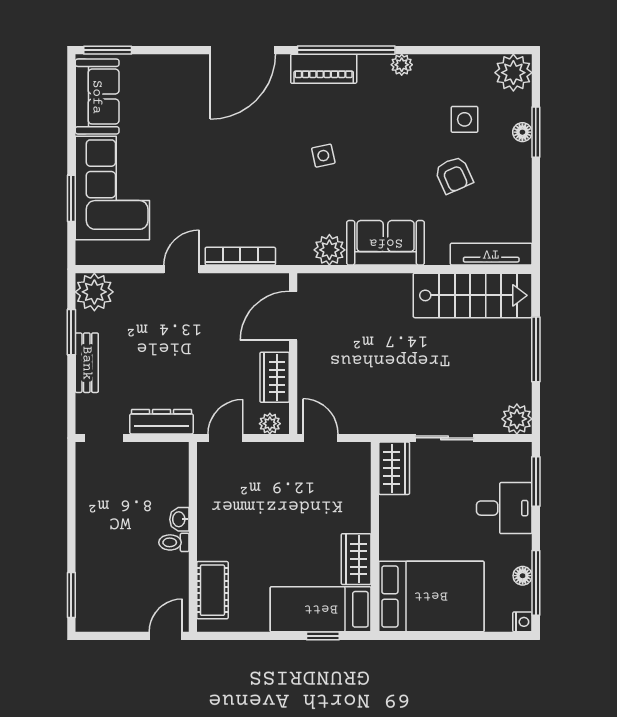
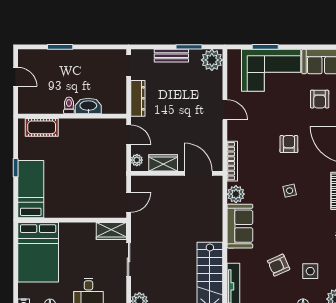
armchair: (163, 103) -> (320, 99), added
armchair: (242, 157) -> (289, 144), added
bookcase: (240, 256) -> (232, 161), moved
door: (320, 438) -> (129, 202), moved
washbasin: (179, 519) -> (88, 106), width x1.91, depth x1.45
wardrobe: (356, 559) -> (59, 209), removed
window: (71, 595) -> (60, 47), moved
door: (166, 636) -> (16, 77), moved
window: (323, 636) -> (16, 168), moved

